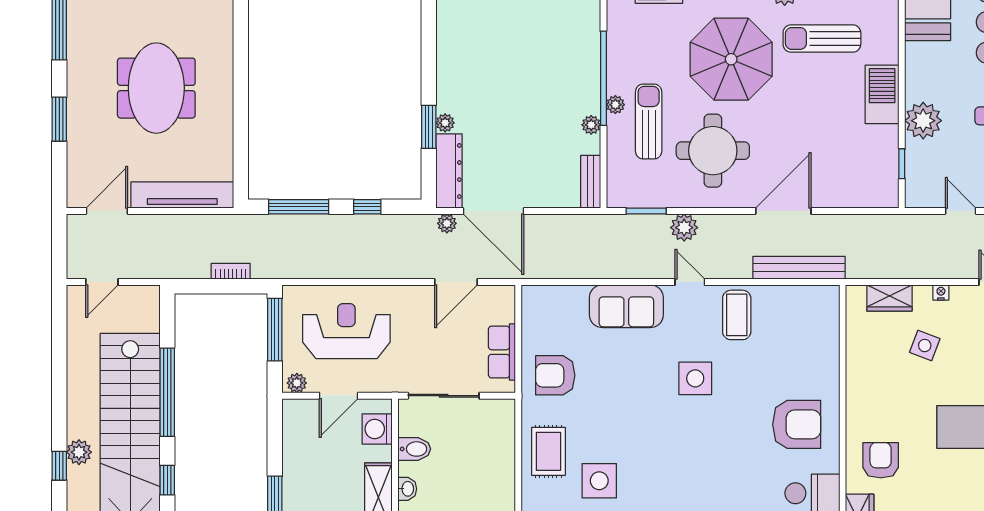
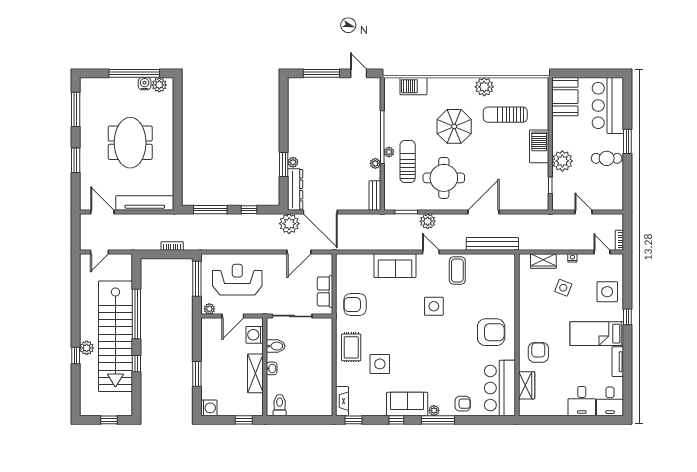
parasol: (731, 59) -> (454, 126), width x0.73, depth x0.73
door: (107, 211) -> (102, 212), hinge flipped
plant: (447, 223) -> (289, 224), width x1.88, depth x1.88

